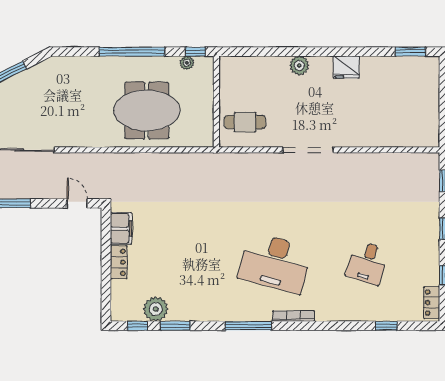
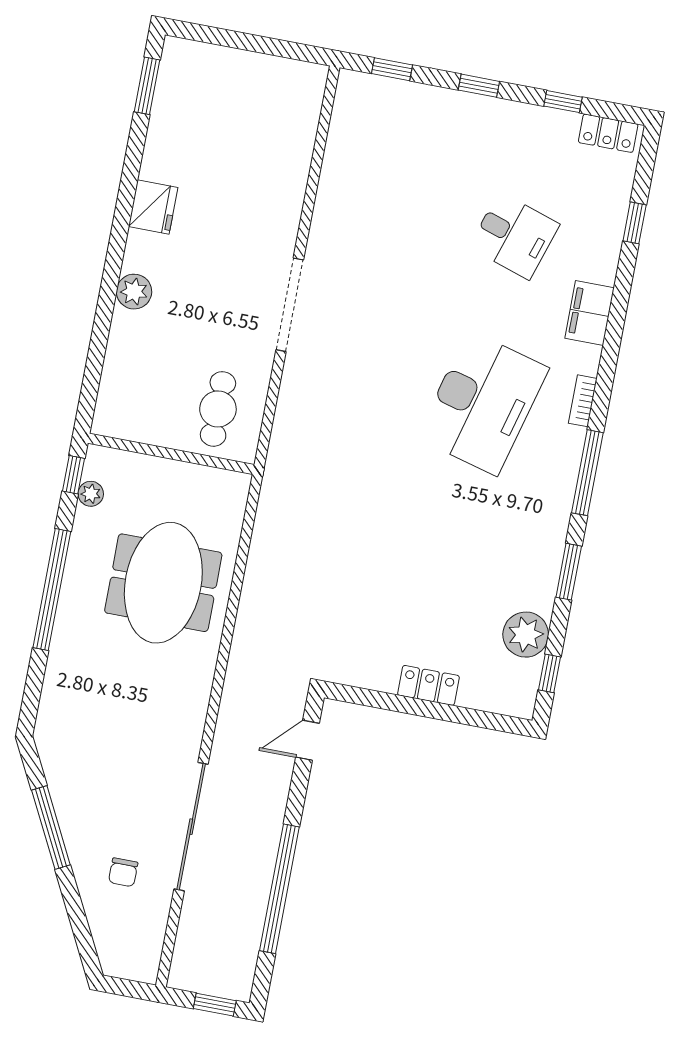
filing cabinet: (121, 228) -> (590, 313), moved, turned -90
bookcase: (294, 316) -> (583, 401), width x0.64
window: (175, 326) -> (569, 572), moved

